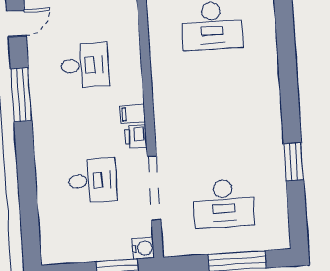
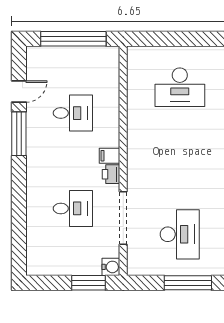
door: (16, 23) -> (19, 91), moved
desk: (224, 203) -> (180, 234), turned -90

